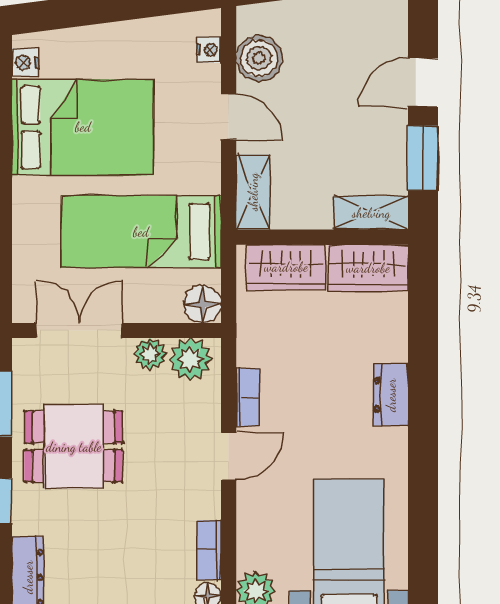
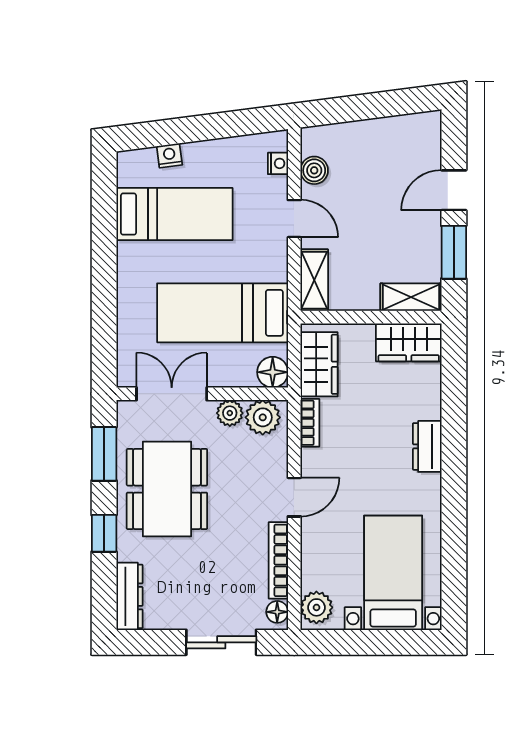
boiler: (259, 58) -> (314, 170), width x0.73, depth x0.73
nightstand: (25, 62) -> (169, 156), moved, turned 83
bed: (83, 127) -> (174, 214), width x0.67
wardrobe: (286, 267) -> (319, 364), moved, turned -90
bookcase: (248, 397) -> (310, 423), moved
dining table: (74, 447) -> (167, 489), width x1.38
bookcase: (209, 550) -> (278, 560), width x1.56

